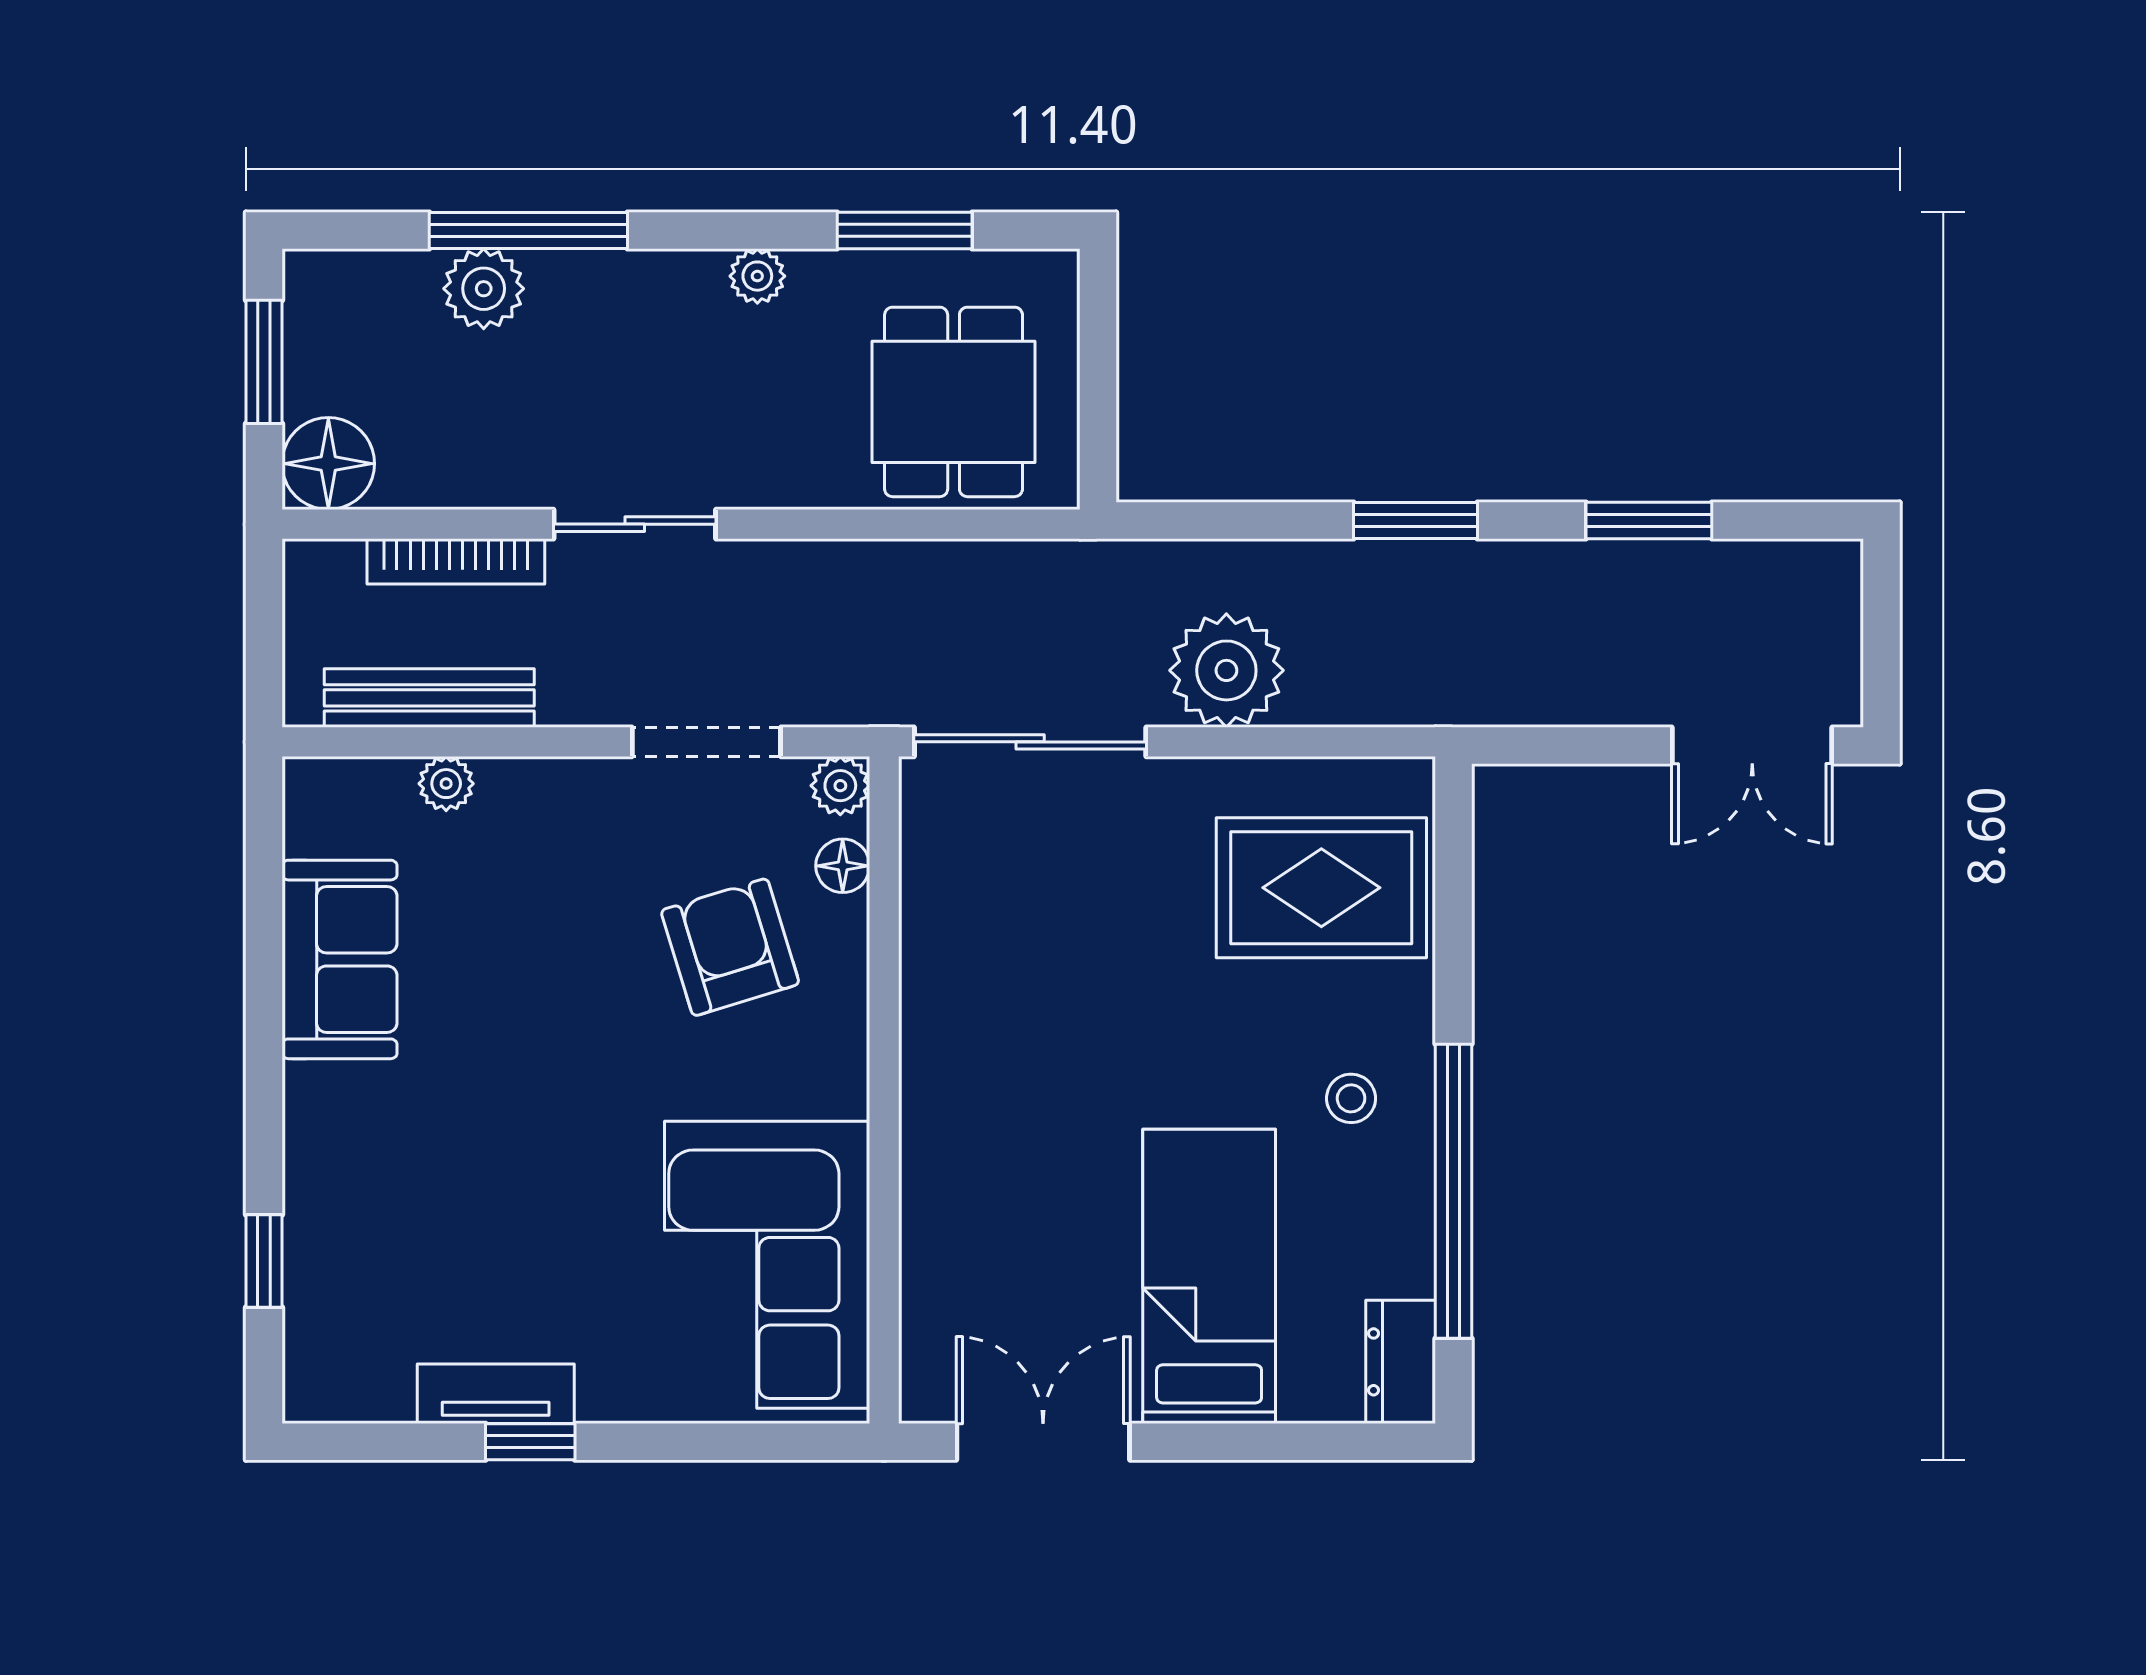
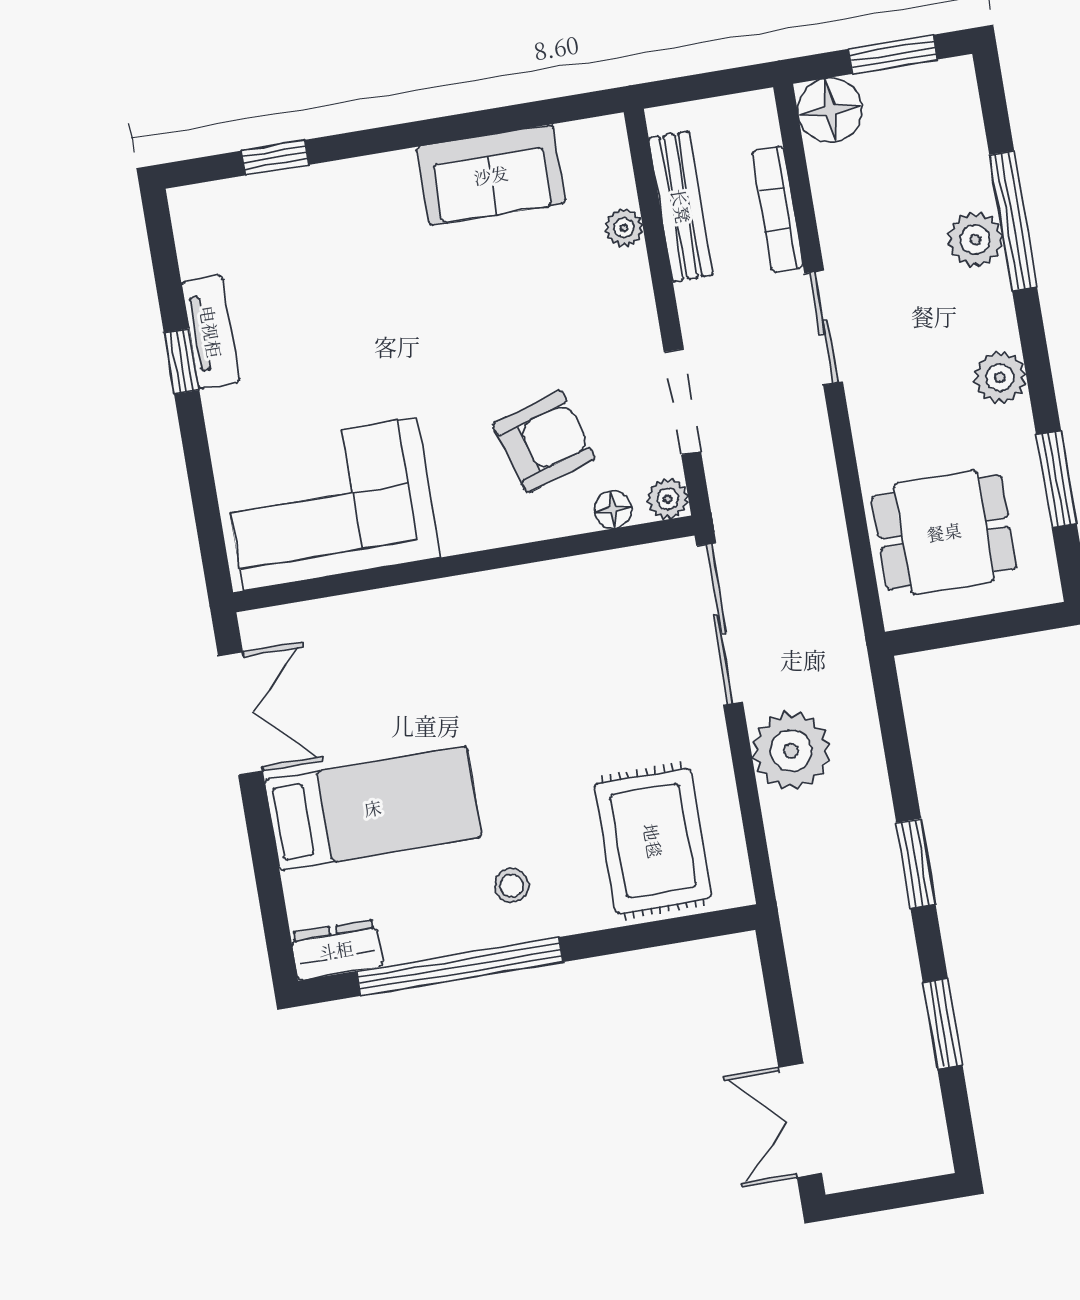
plant: (757, 276) -> (1000, 377), width x1.38, depth x1.38
plant: (484, 289) -> (975, 240), moved

